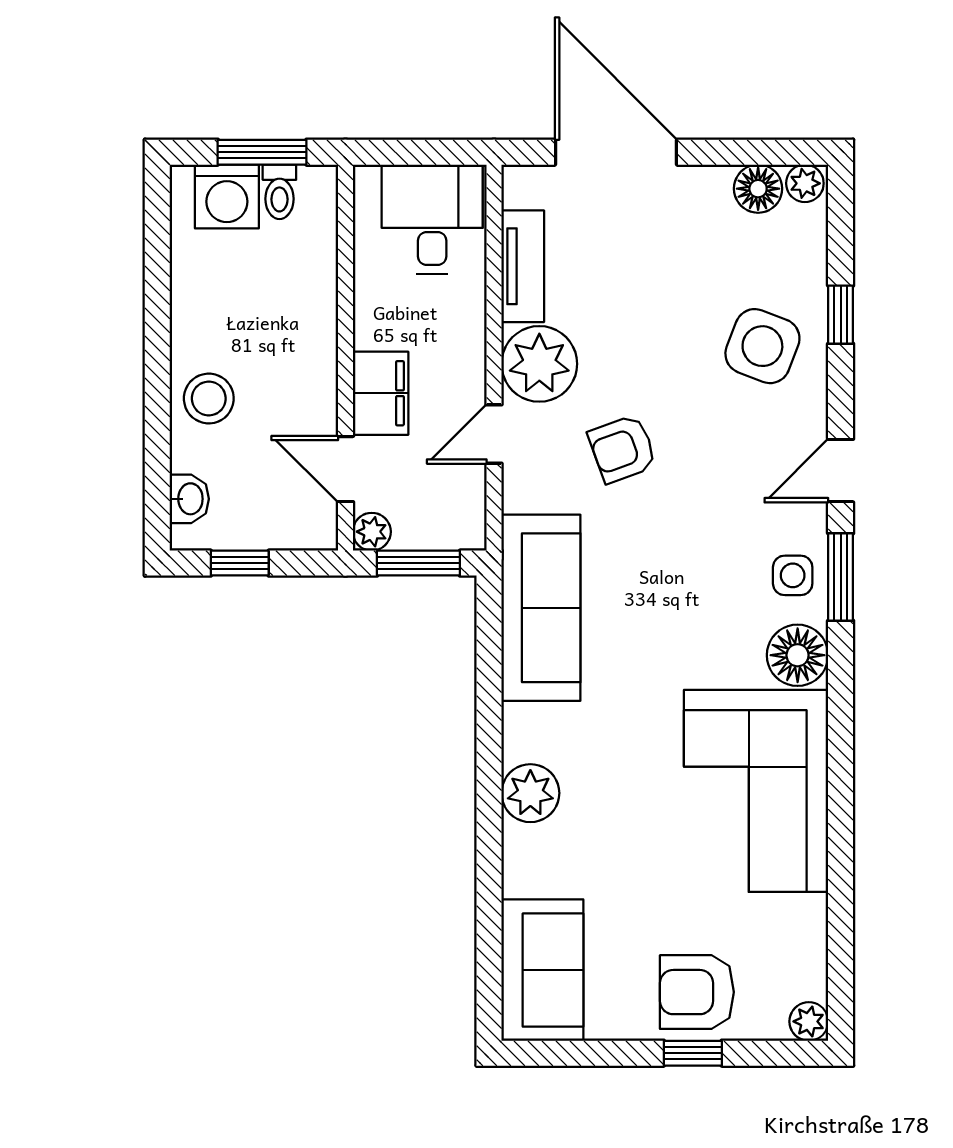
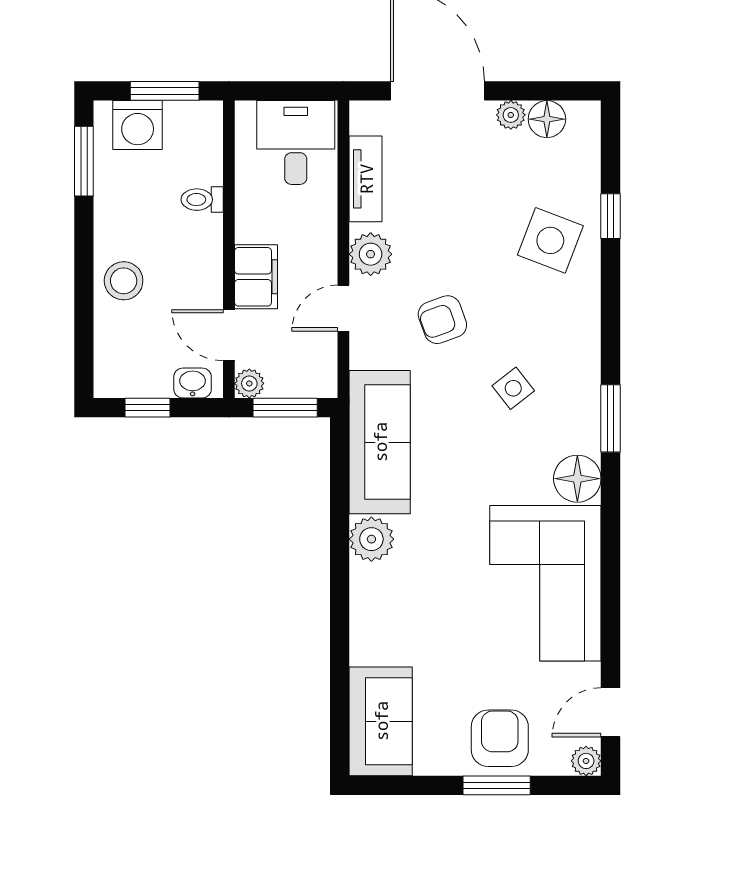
plant: (805, 183) -> (511, 115), moved
toilet: (279, 192) -> (202, 200), moved, turned 90
window: (157, 243) -> (84, 161), added
plant: (539, 364) -> (371, 254), width x0.73, depth x0.73
door: (841, 471) -> (611, 712), moved
washbasin: (189, 499) -> (193, 383), moved, turned -90
side table: (793, 575) -> (513, 388), moved, turned -38
plant: (530, 793) -> (371, 539), moved
armchair: (697, 992) -> (500, 738), turned 90
window: (693, 1053) -> (497, 785), width x1.50

